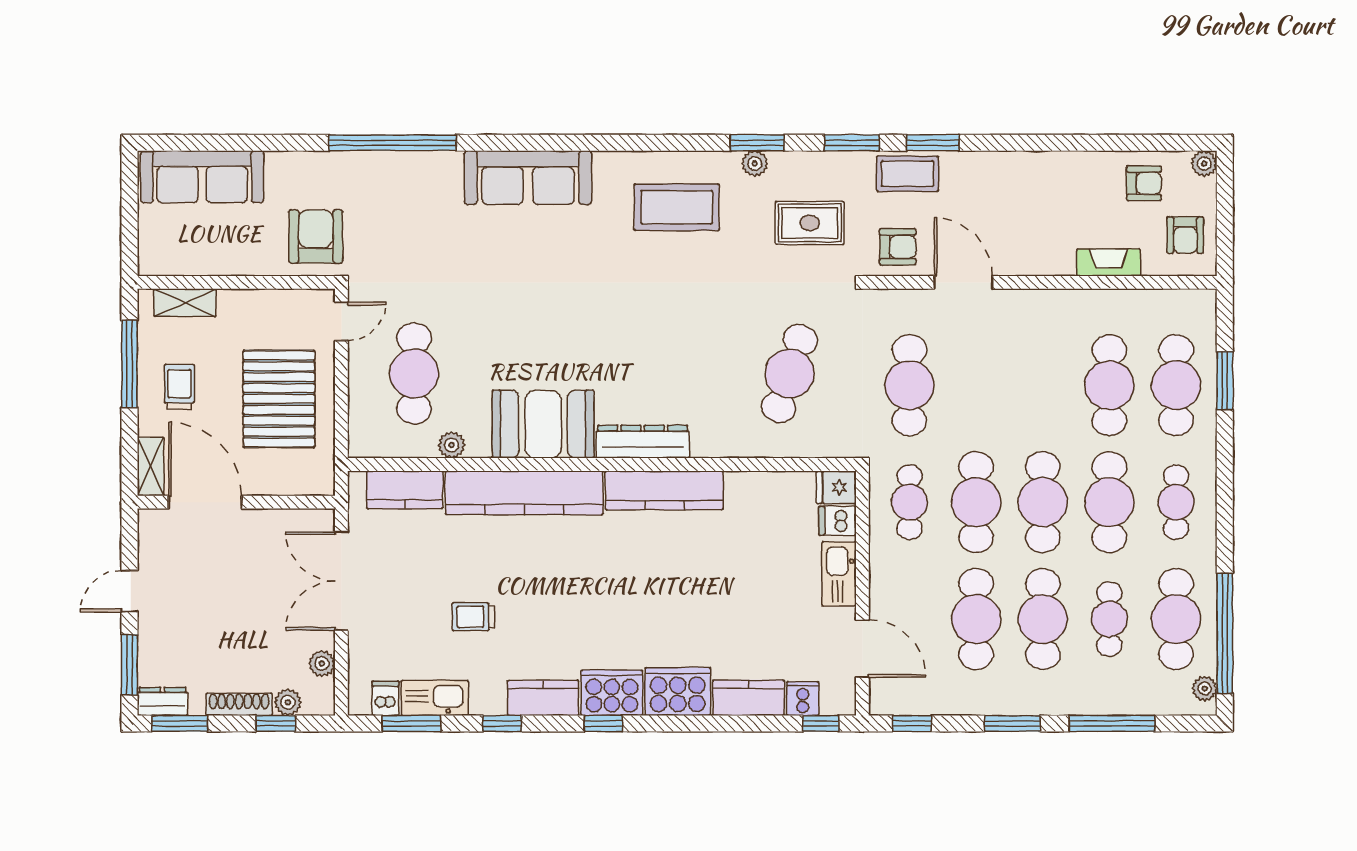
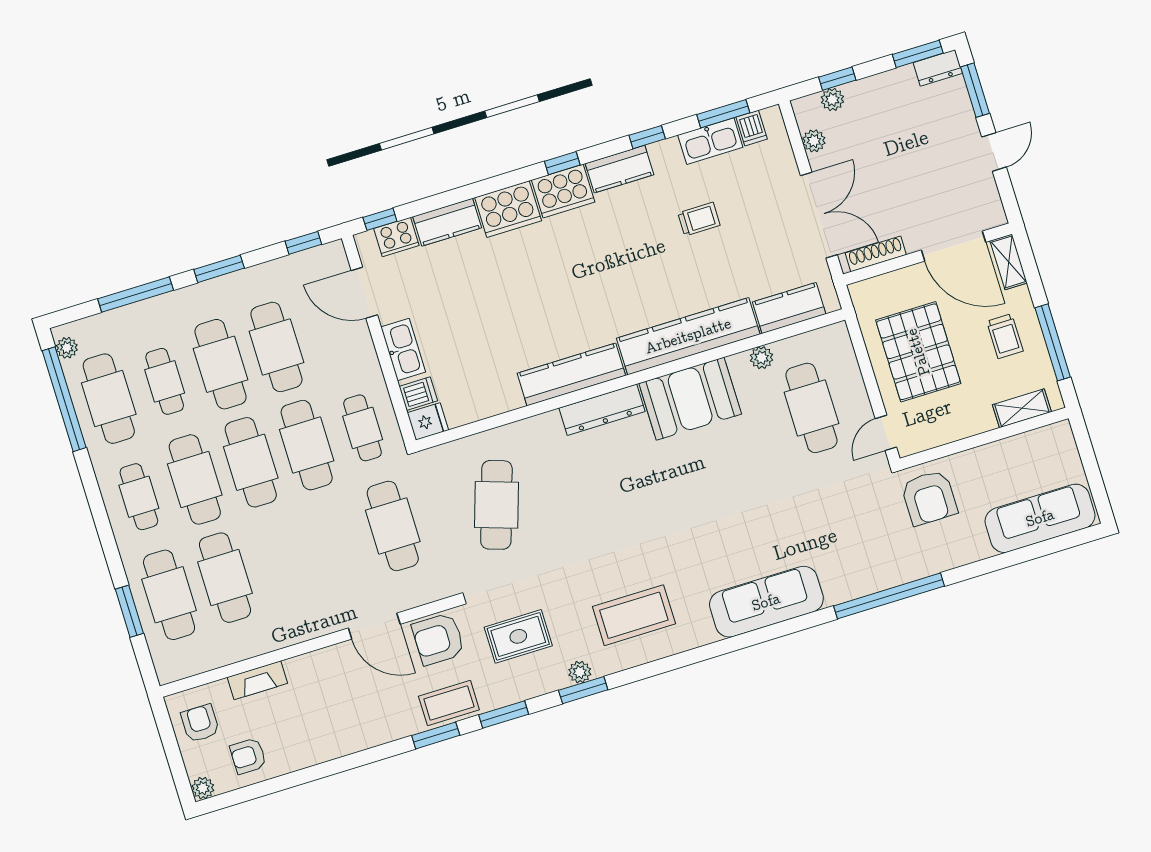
armchair: (898, 247) -> (438, 639), width x1.38, depth x1.38
cooker: (803, 699) -> (396, 237), width x1.36
shoe rack: (239, 704) -> (876, 254), moved, turned 180

